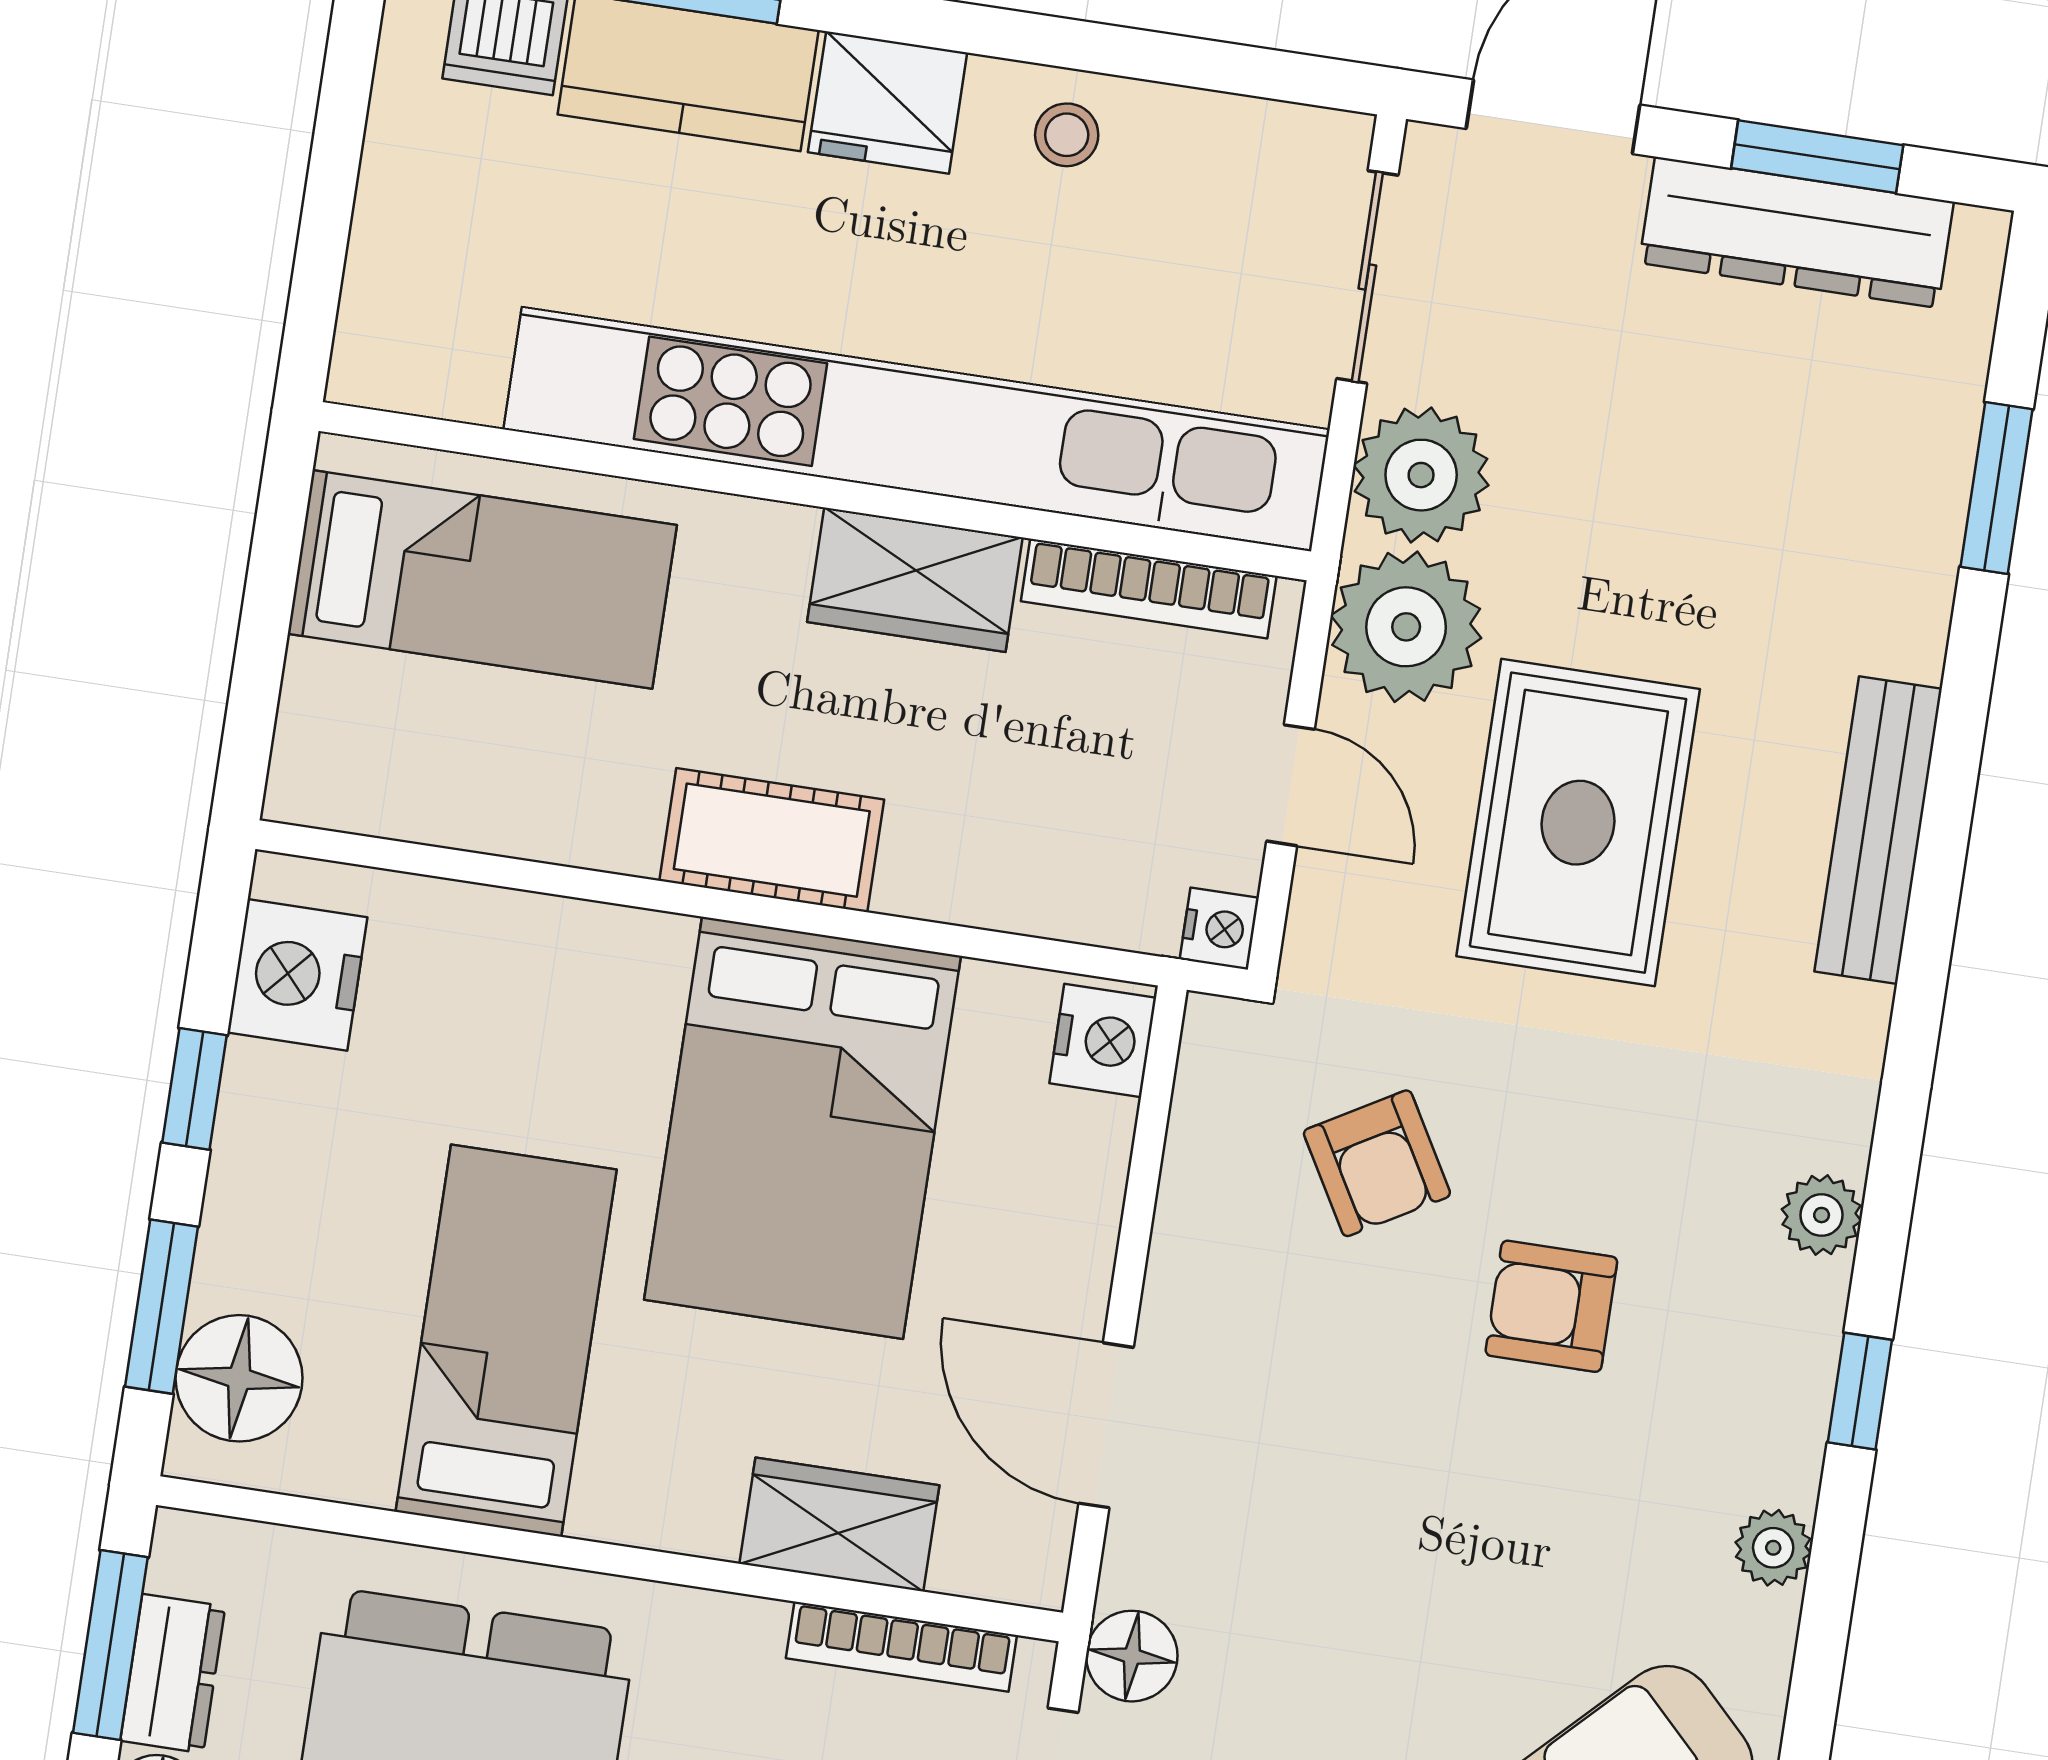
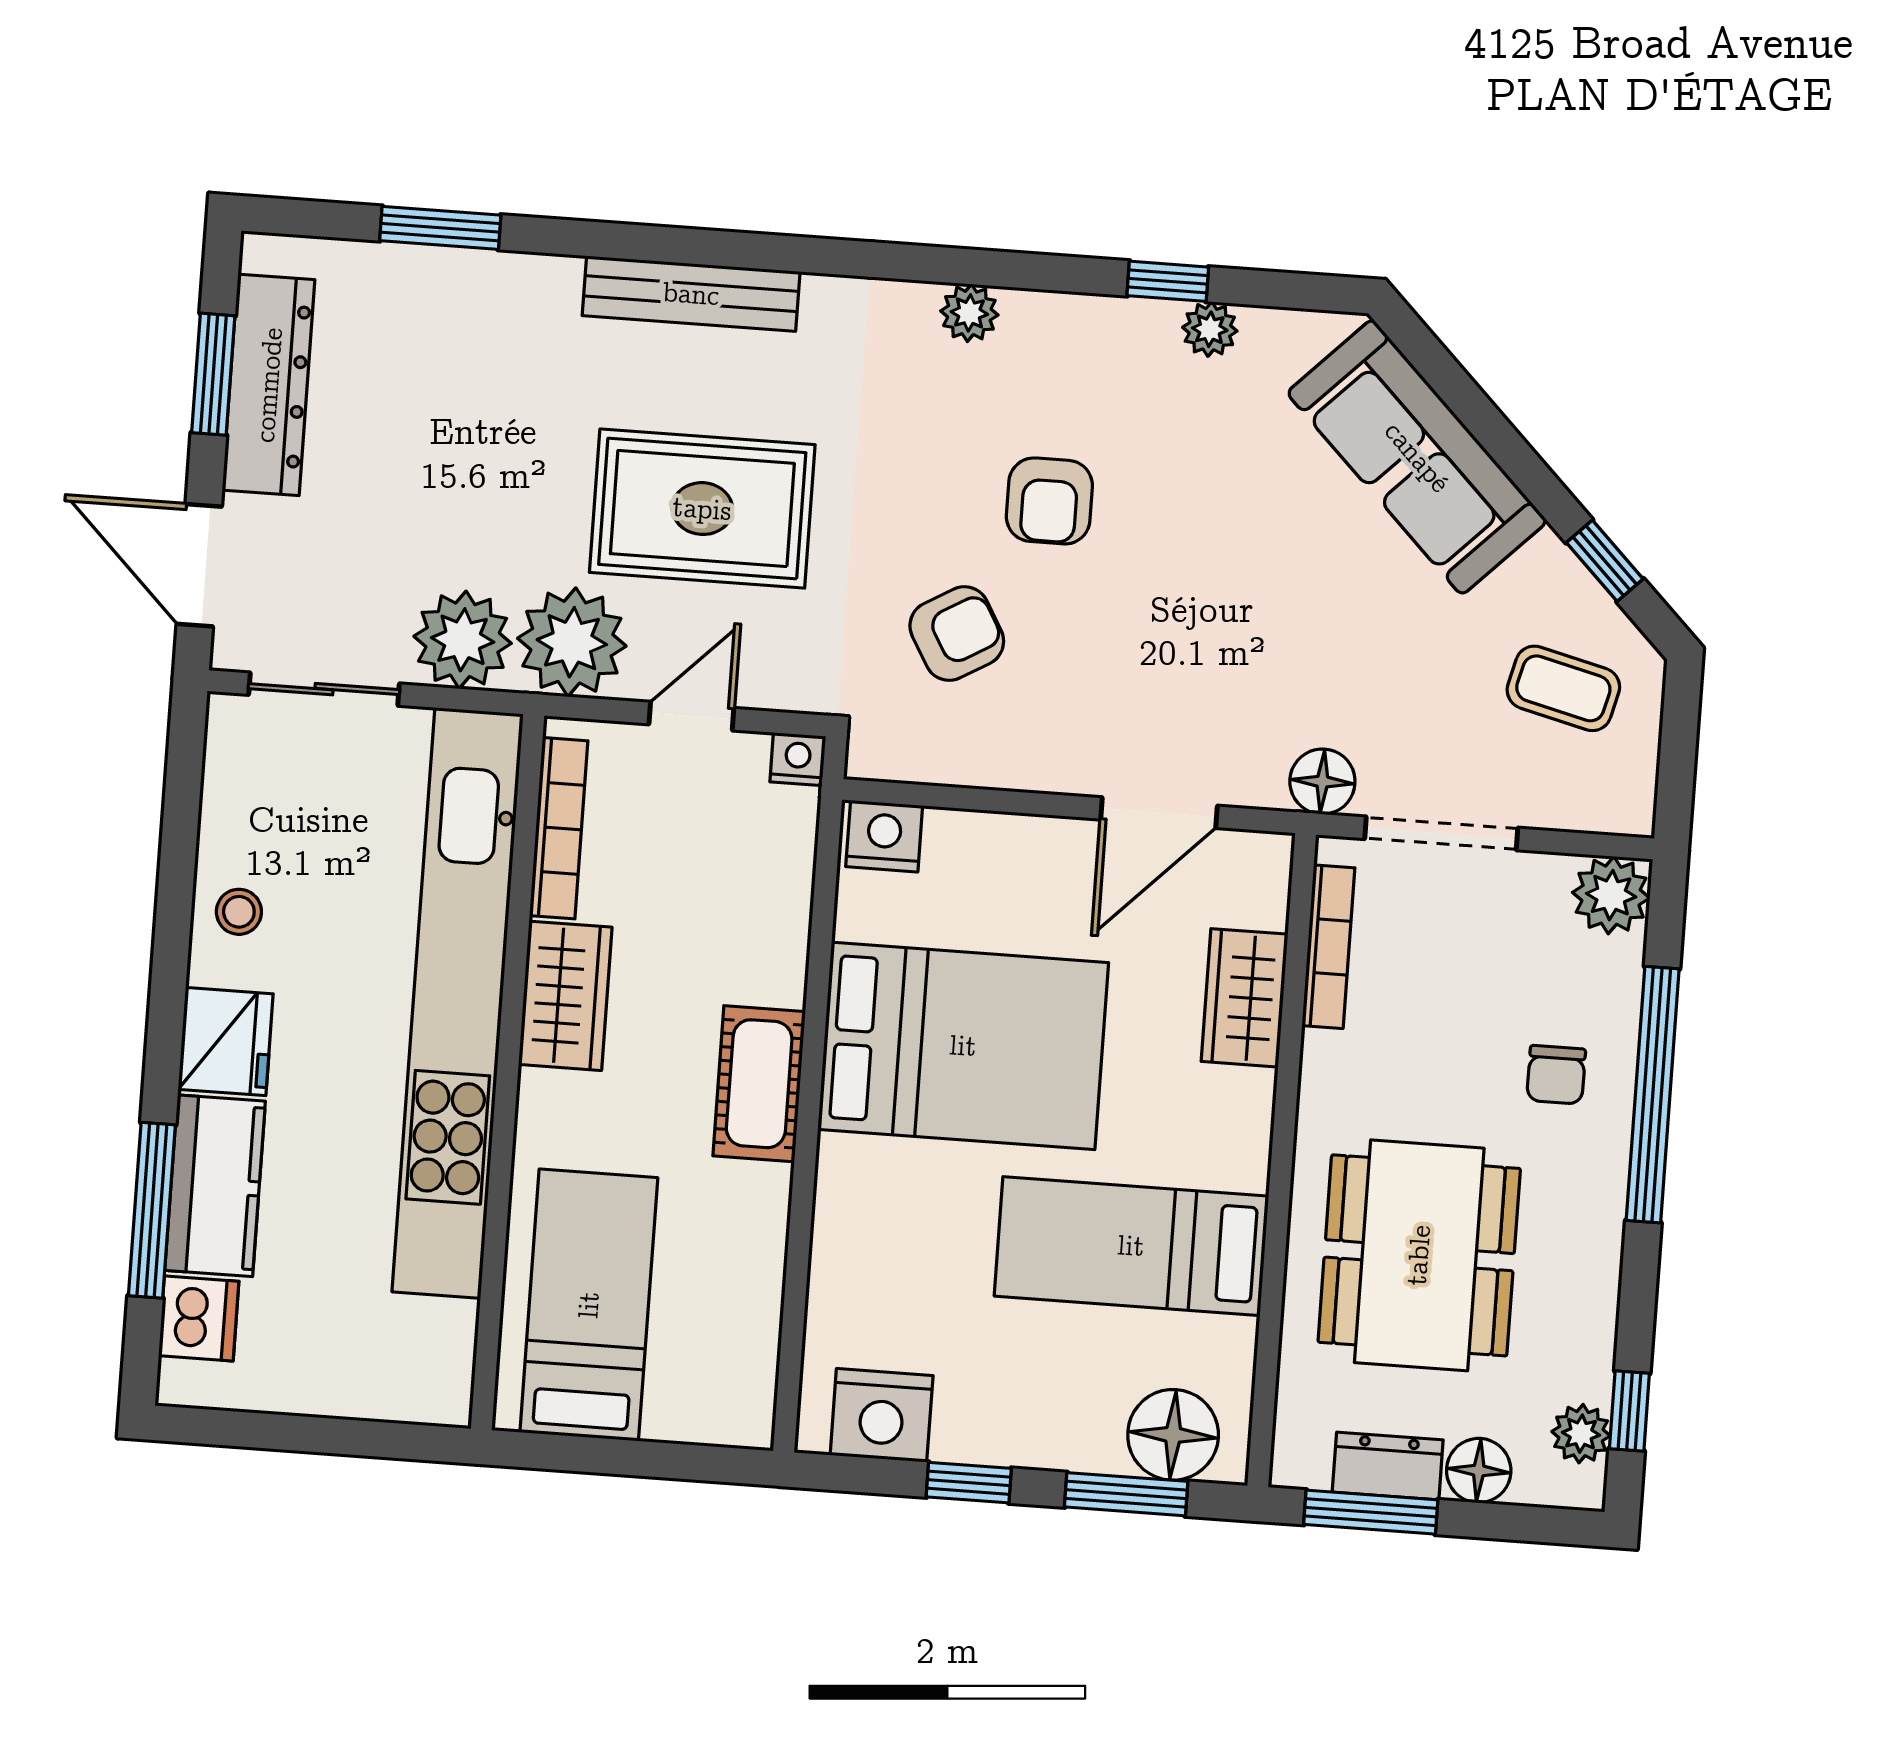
window: (1860, 1391) -> (1168, 281), moved

